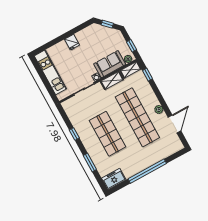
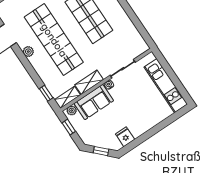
fridge: (72, 42) -> (125, 137), moved
window: (74, 134) -> (130, 12), removed

